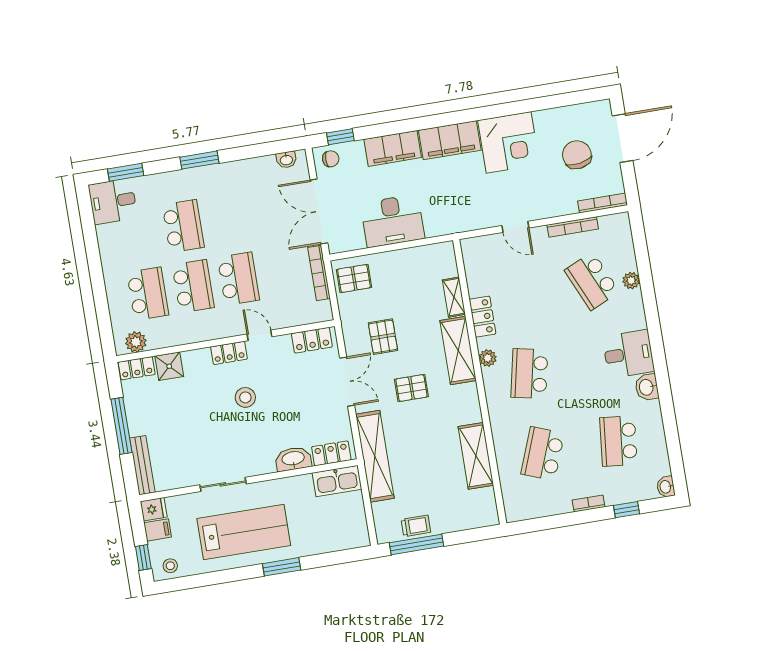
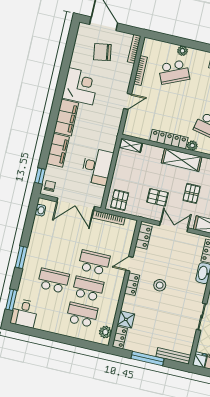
shelving: (454, 297) -> (131, 145), moved
locker: (482, 317) -> (169, 139), width x1.53

